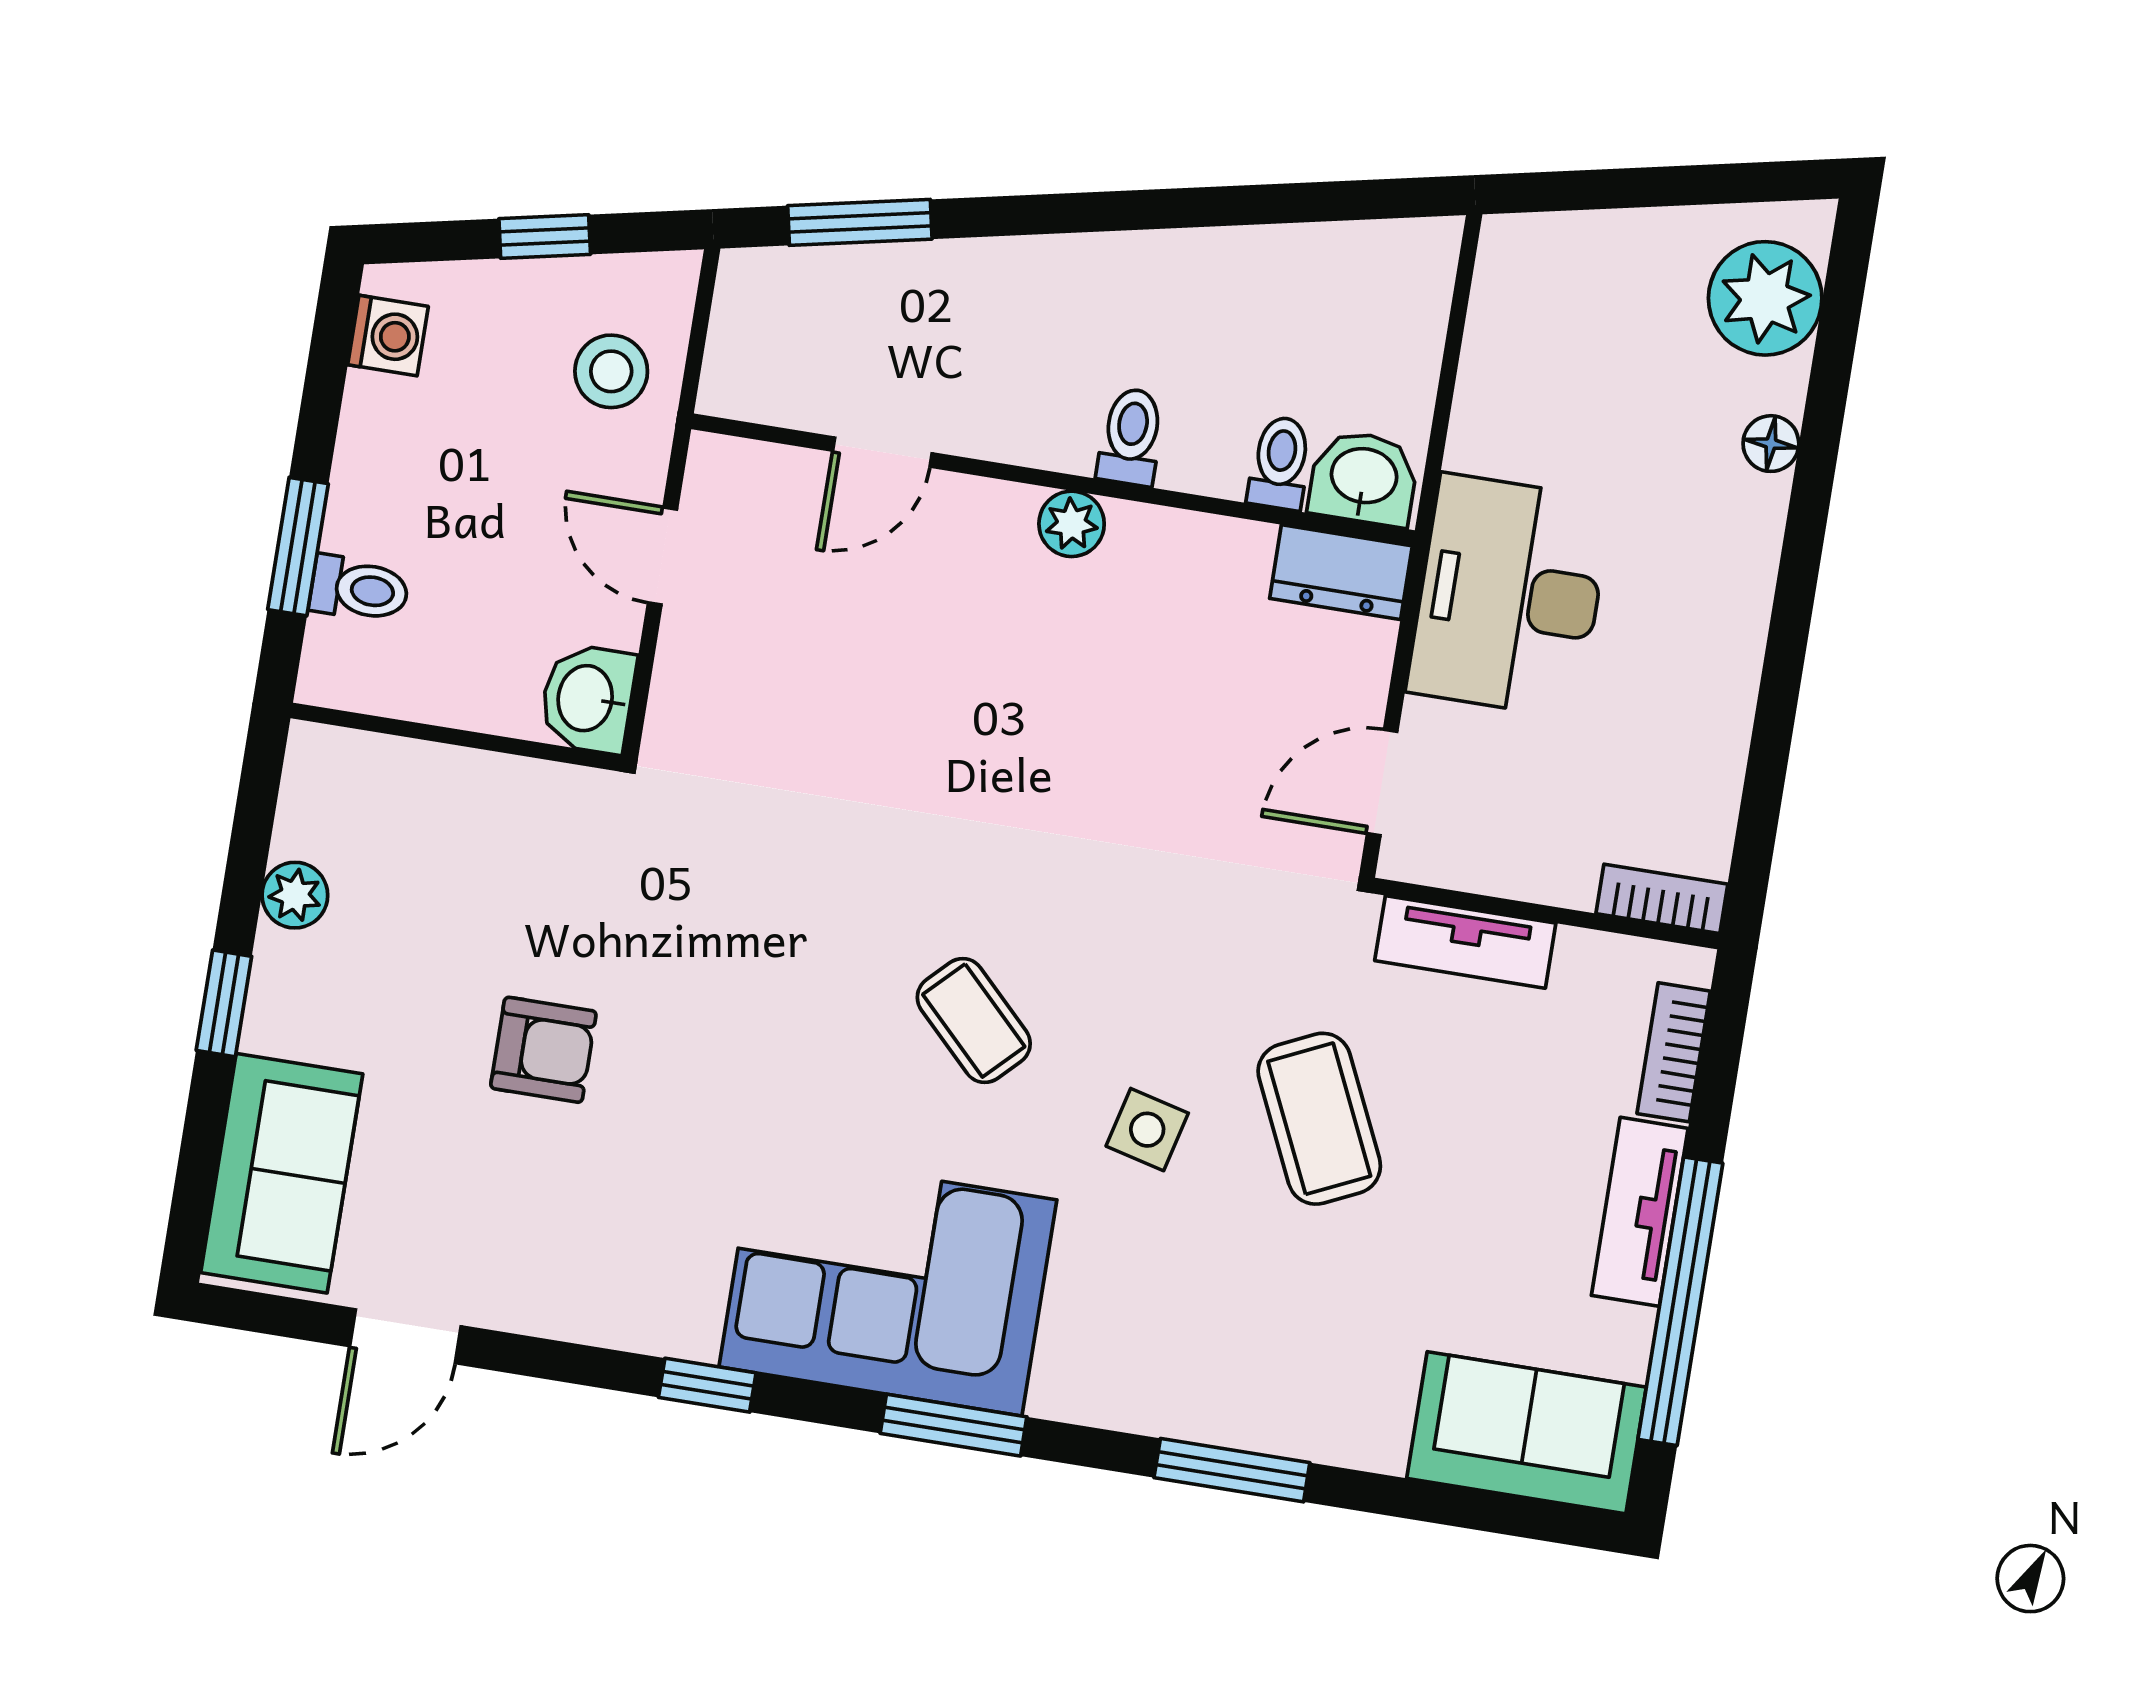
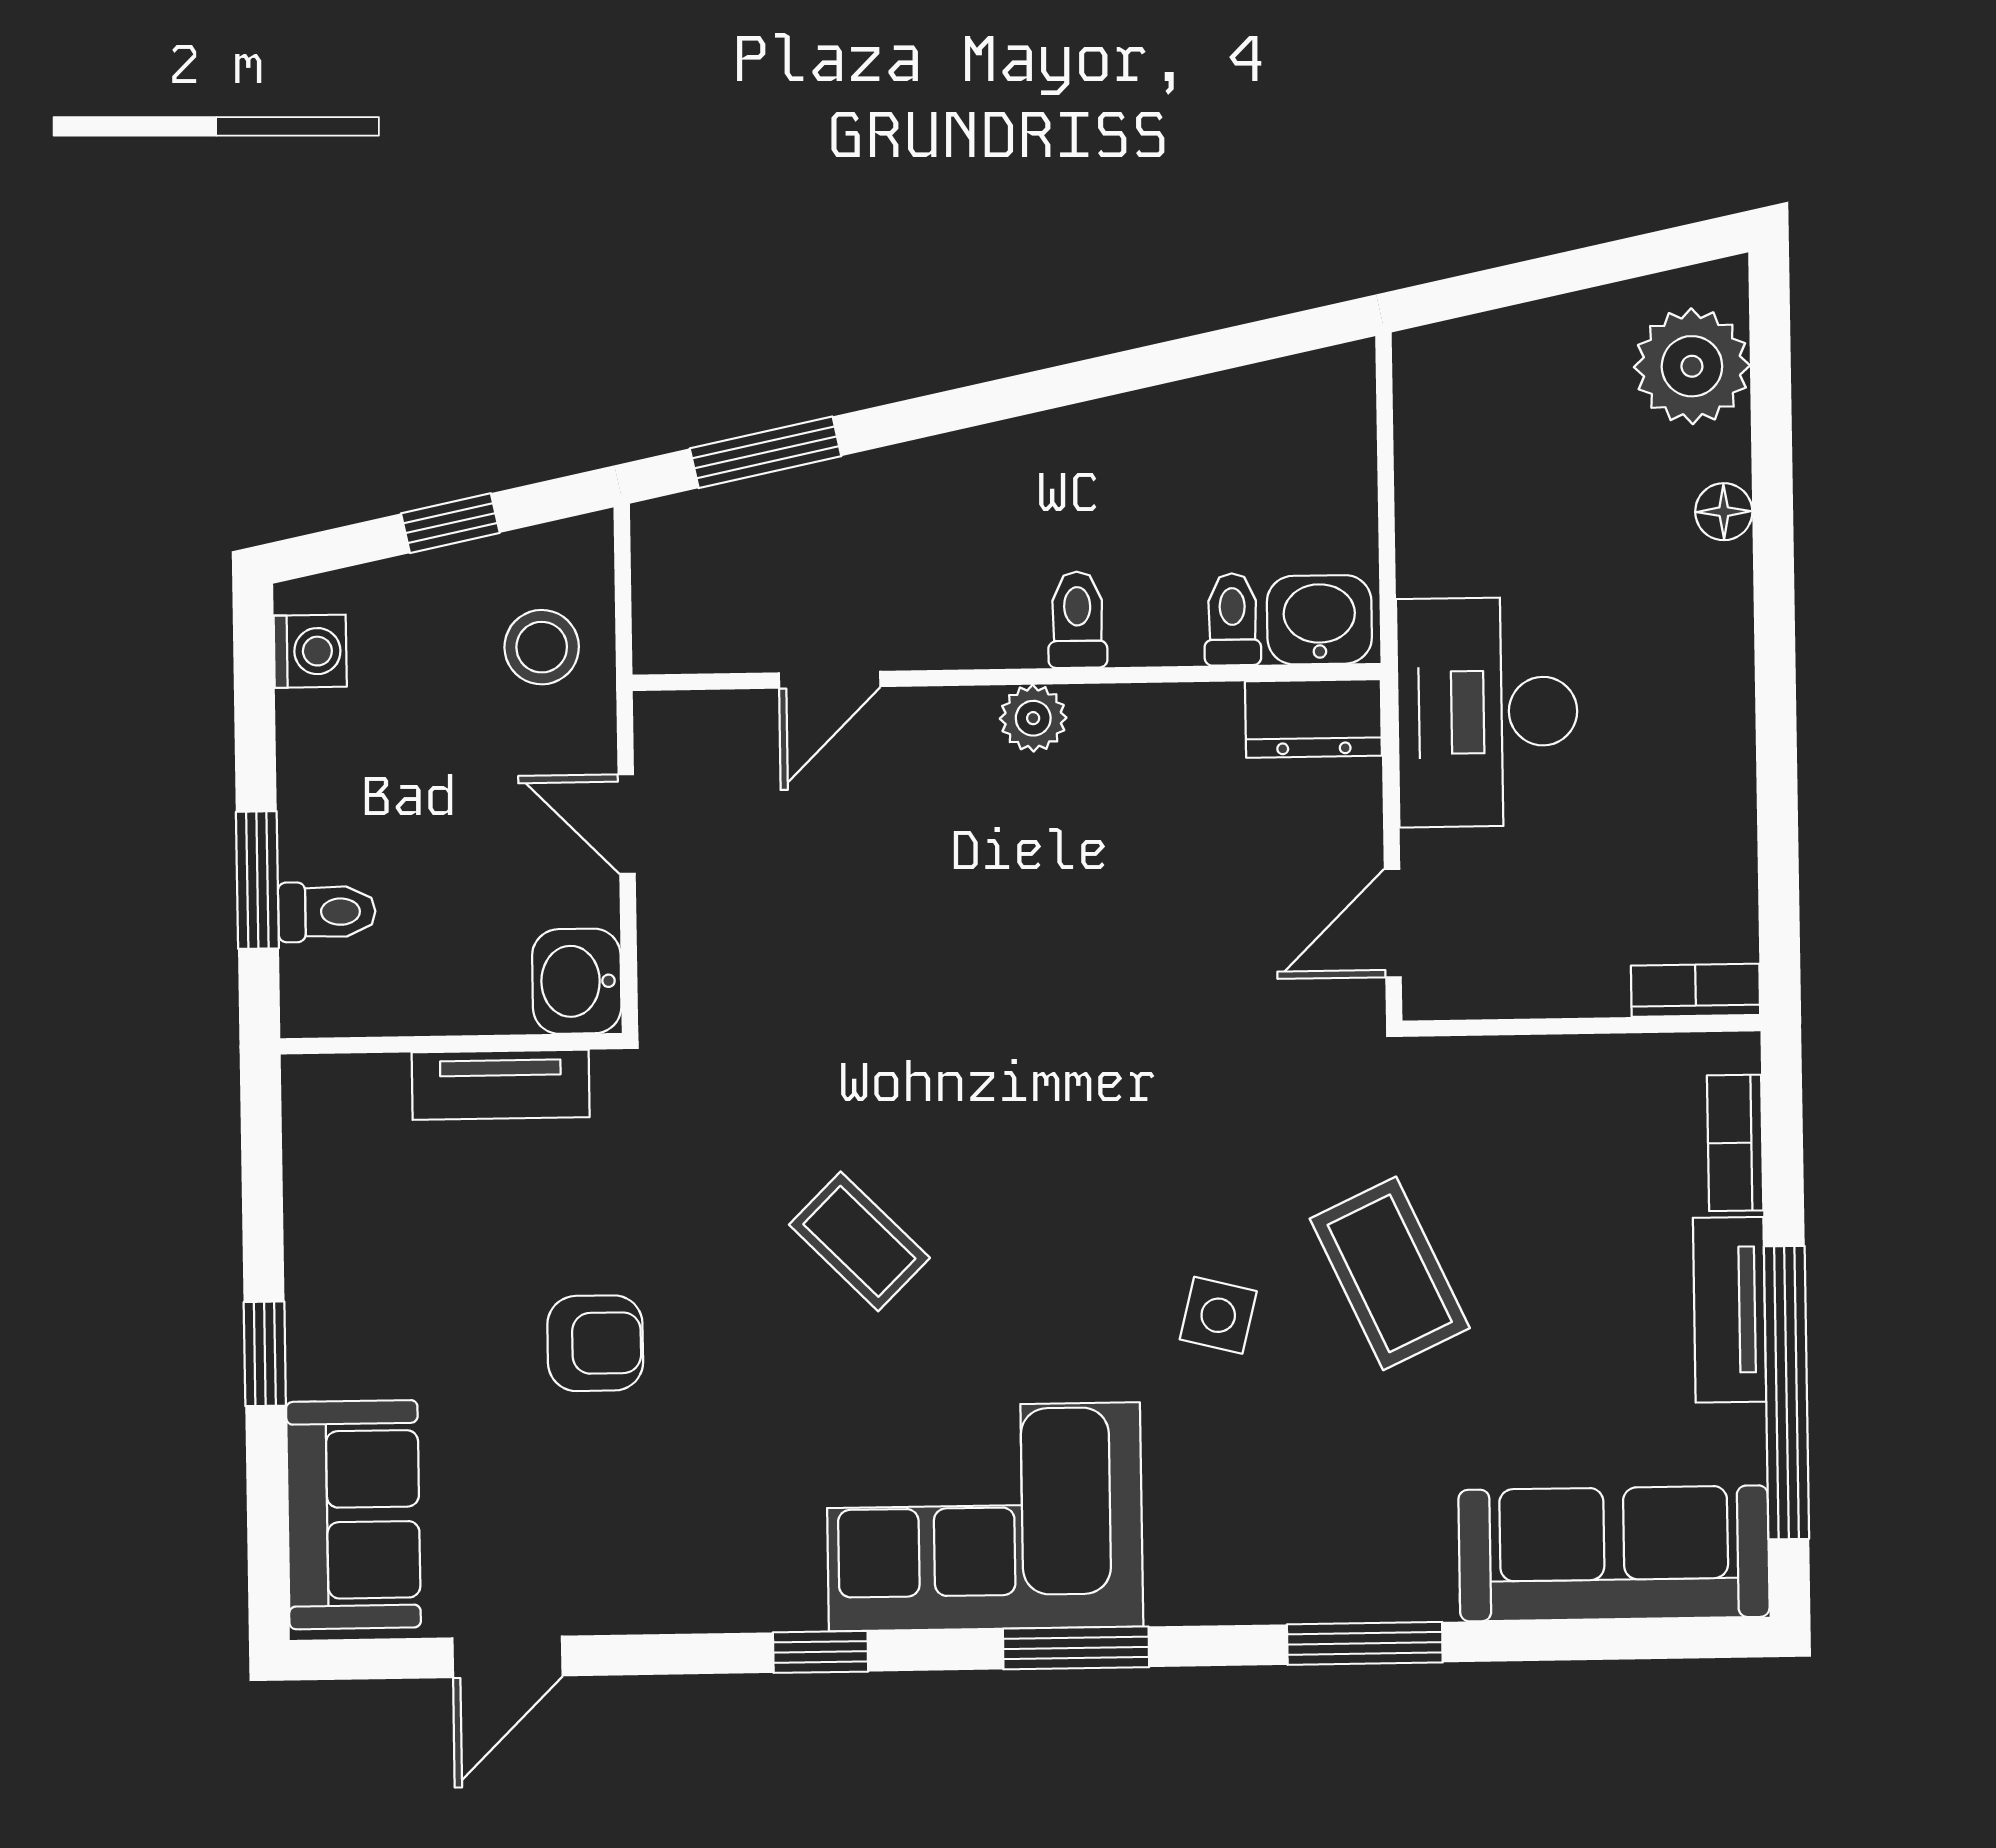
plant: (295, 895) -> (317, 1232), removed
tv unit: (1465, 942) -> (501, 1085), moved
coffee table: (974, 1021) -> (859, 1241), moved
sofa: (1526, 1433) -> (1614, 1553), width x1.36

